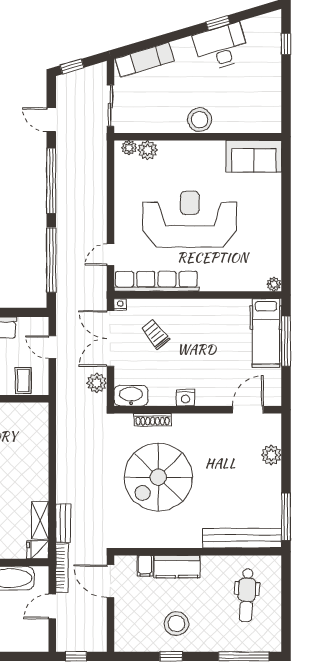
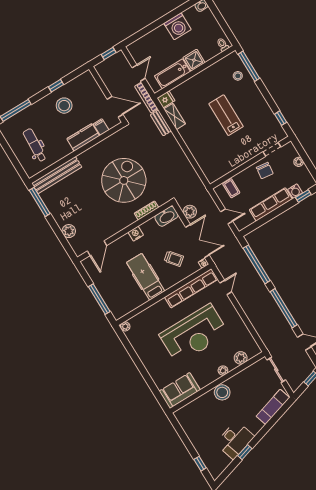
plant: (129, 148) -> (223, 371), moved
hospital bed: (266, 333) -> (146, 277), moved

